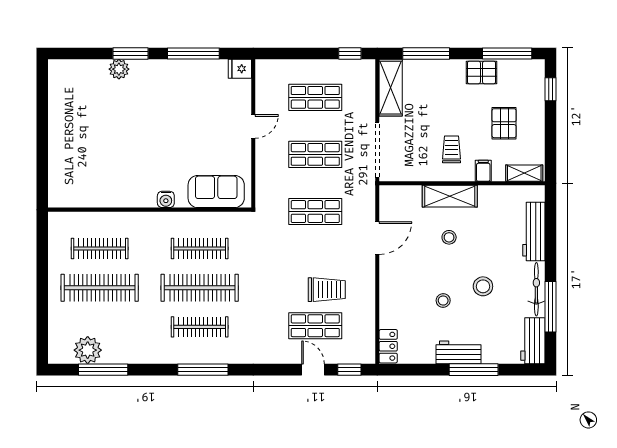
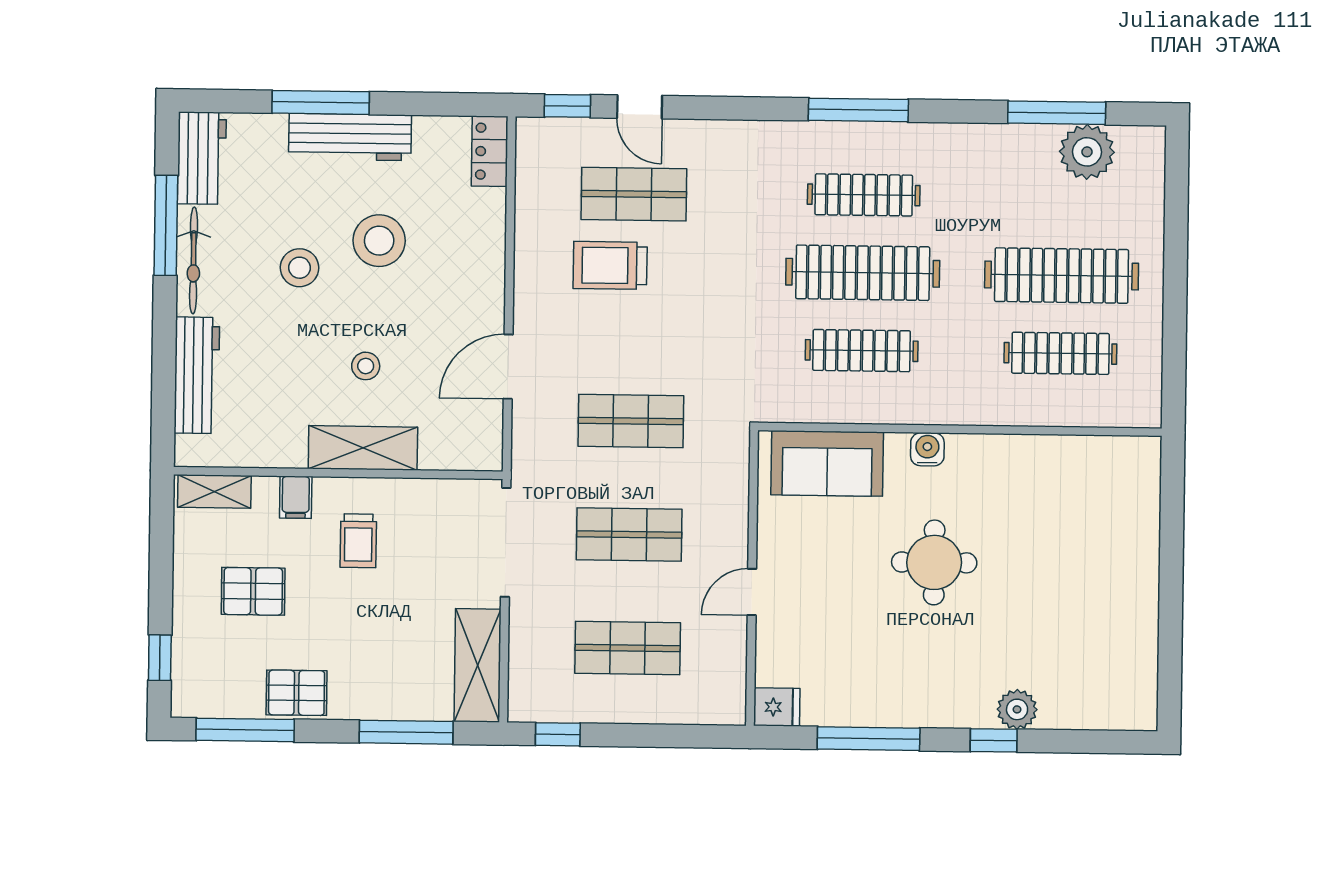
window: (130, 53) -> (994, 740), width x0.67
pallet: (504, 123) -> (253, 591), turned 90
round table: (162, 143) -> (934, 562), added
stool: (443, 301) -> (379, 241), width x1.89, depth x1.89
workbench: (458, 352) -> (350, 137), width x1.38

